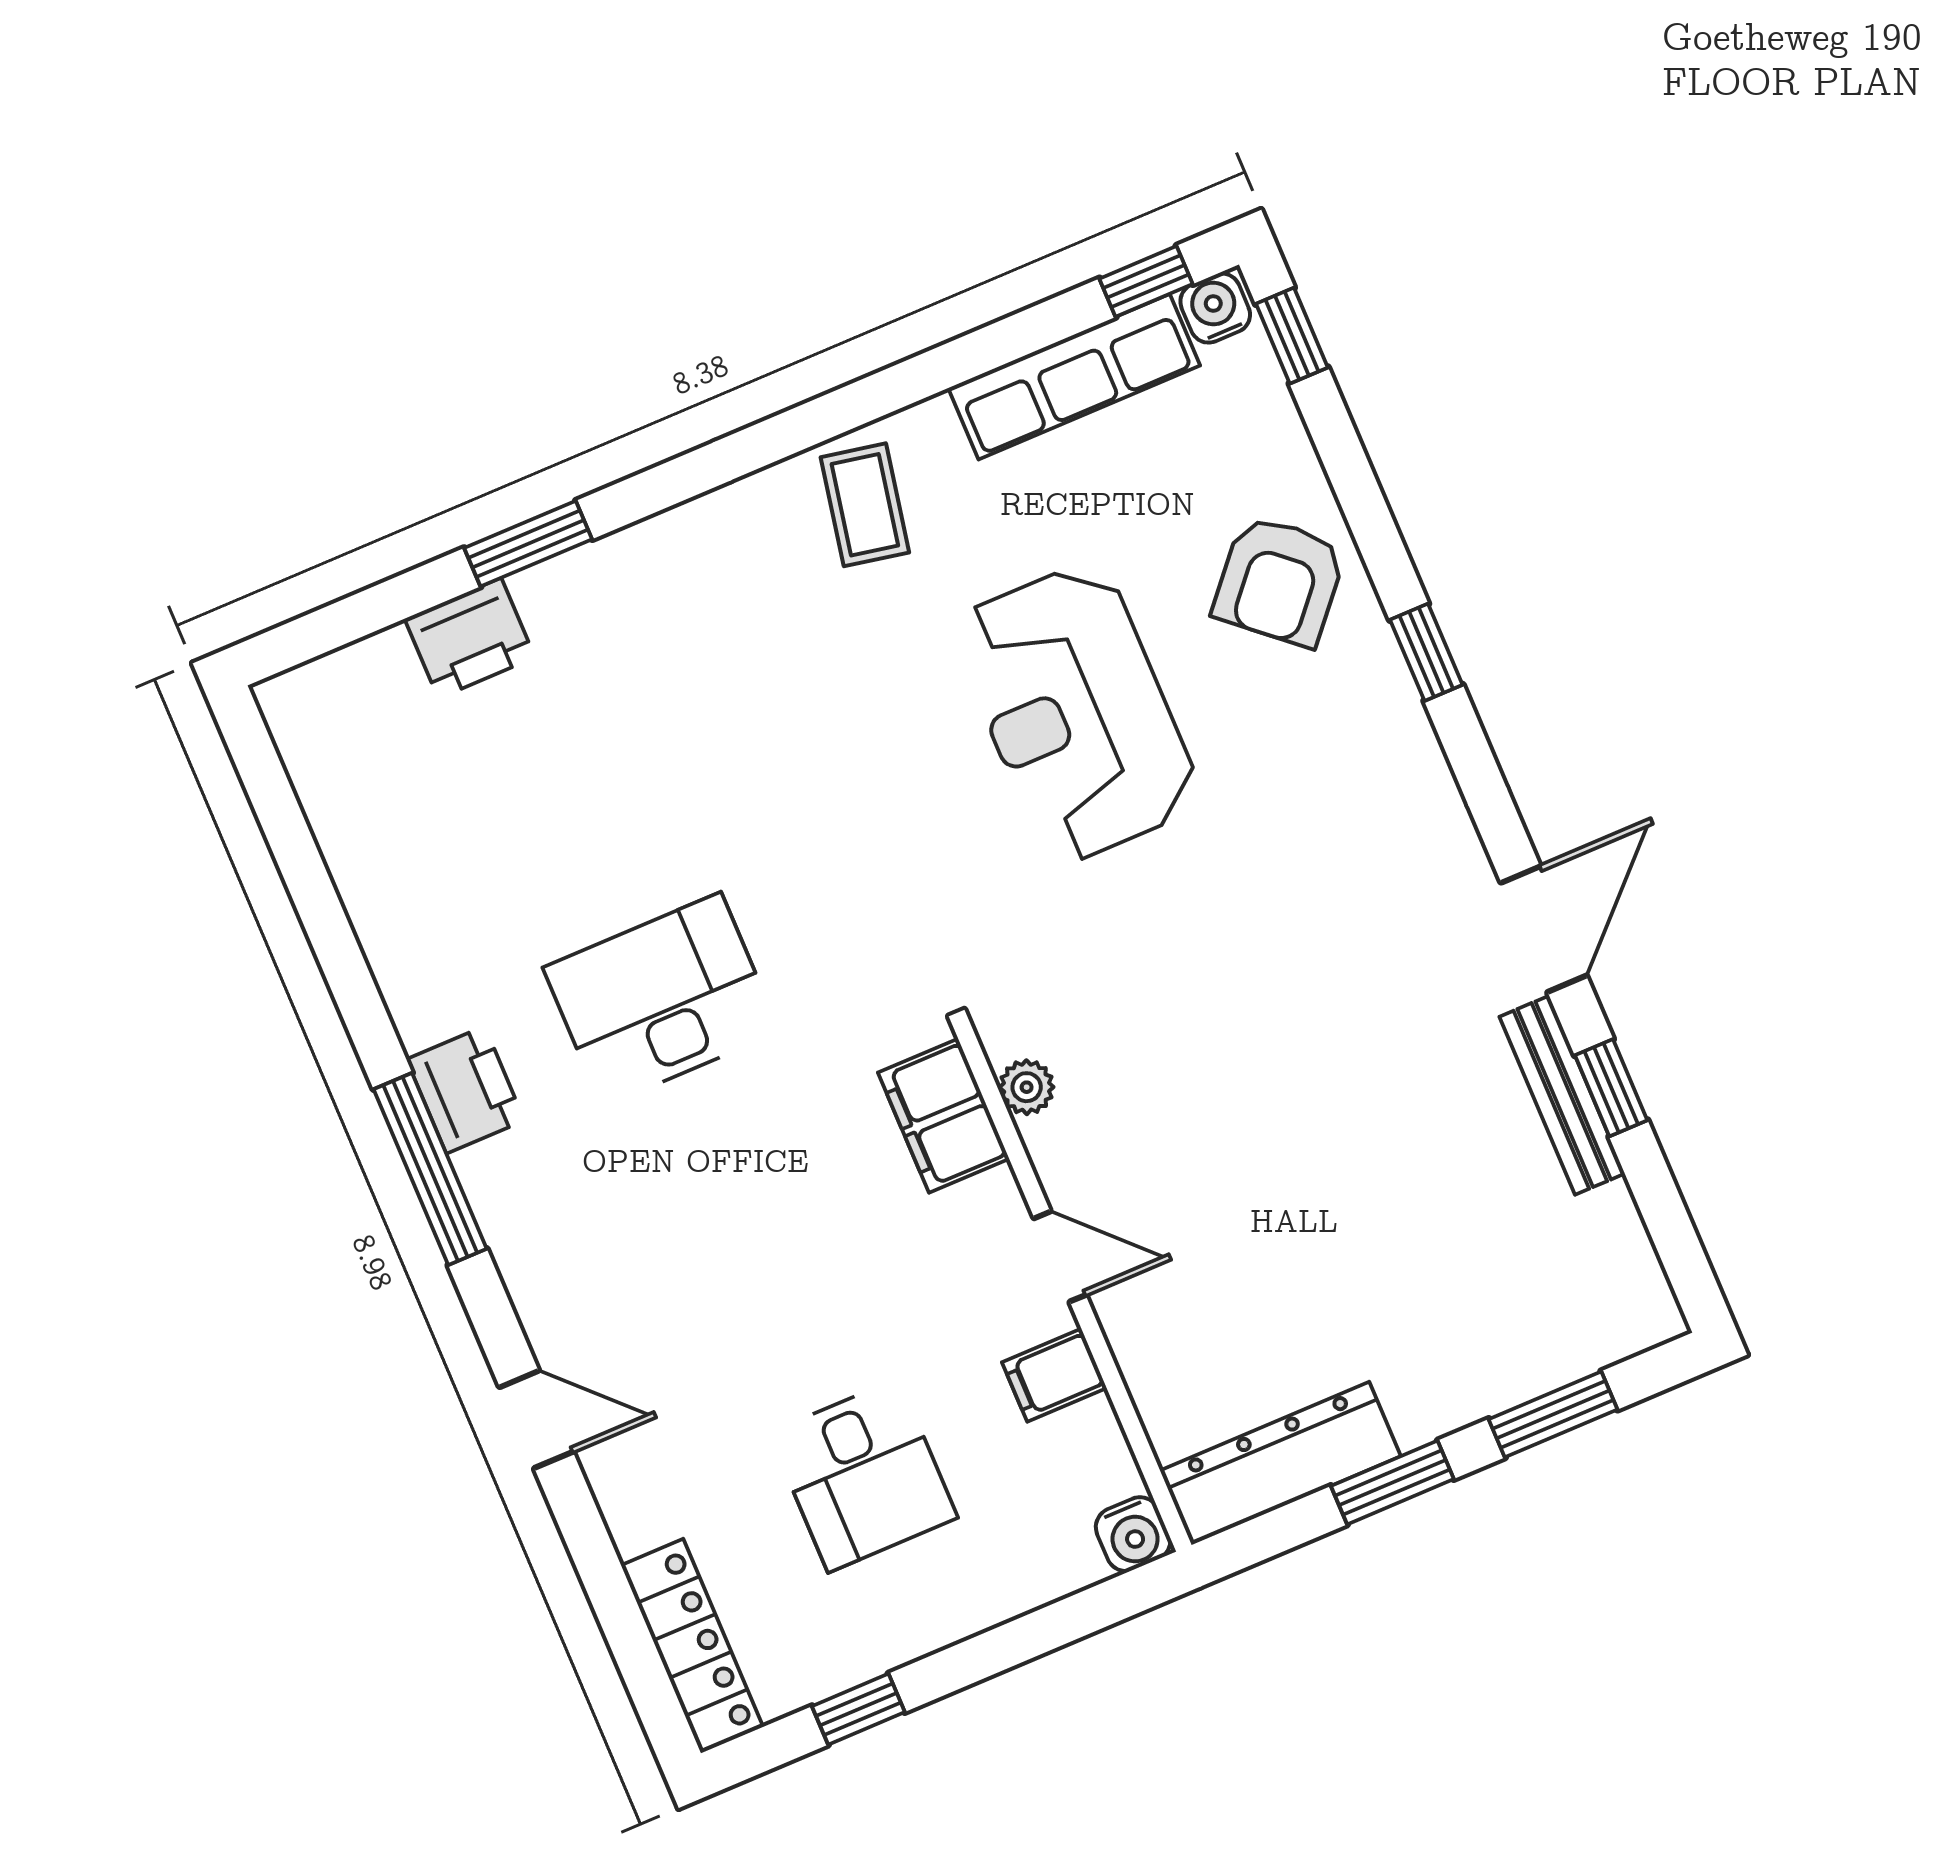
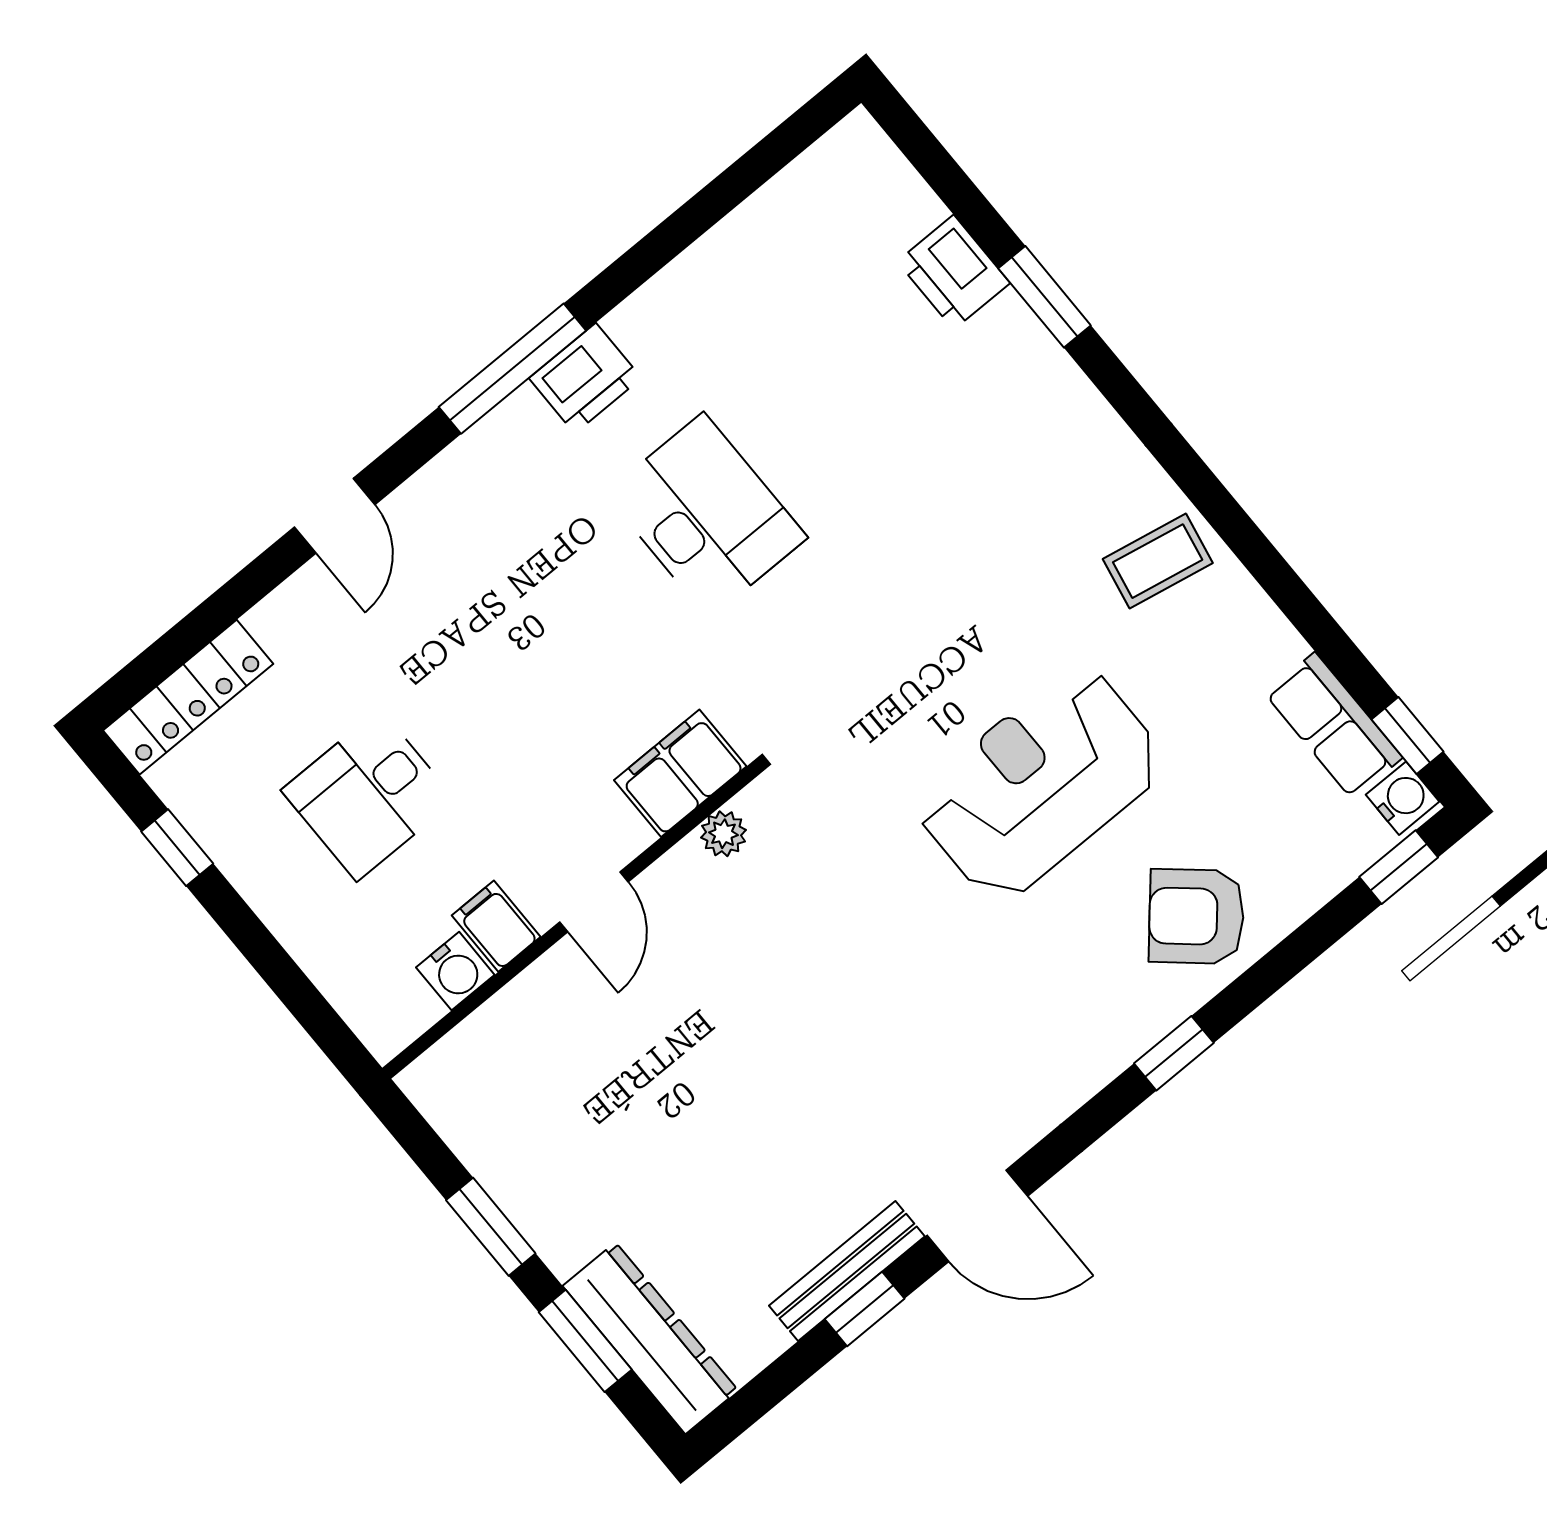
row of seats: (1074, 377) -> (1334, 726), width x0.68
dresser: (1280, 1463) -> (650, 1338), moved
water cooler: (1133, 1534) -> (455, 971), moved, turned -90

